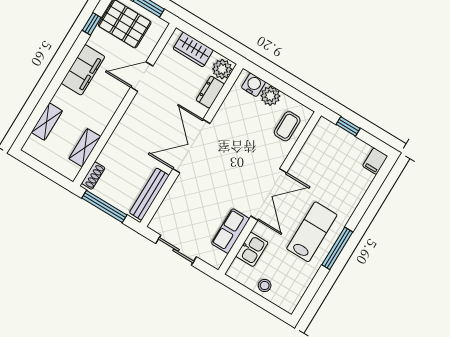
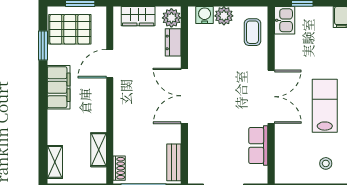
window: (92, 24) -> (43, 46), width x1.50
shelving: (47, 122) -> (55, 162), moved
bench: (149, 194) -> (174, 162), width x0.73
kitchen sink: (252, 249) -> (285, 20), moved
stool: (265, 286) -> (326, 163), moved

